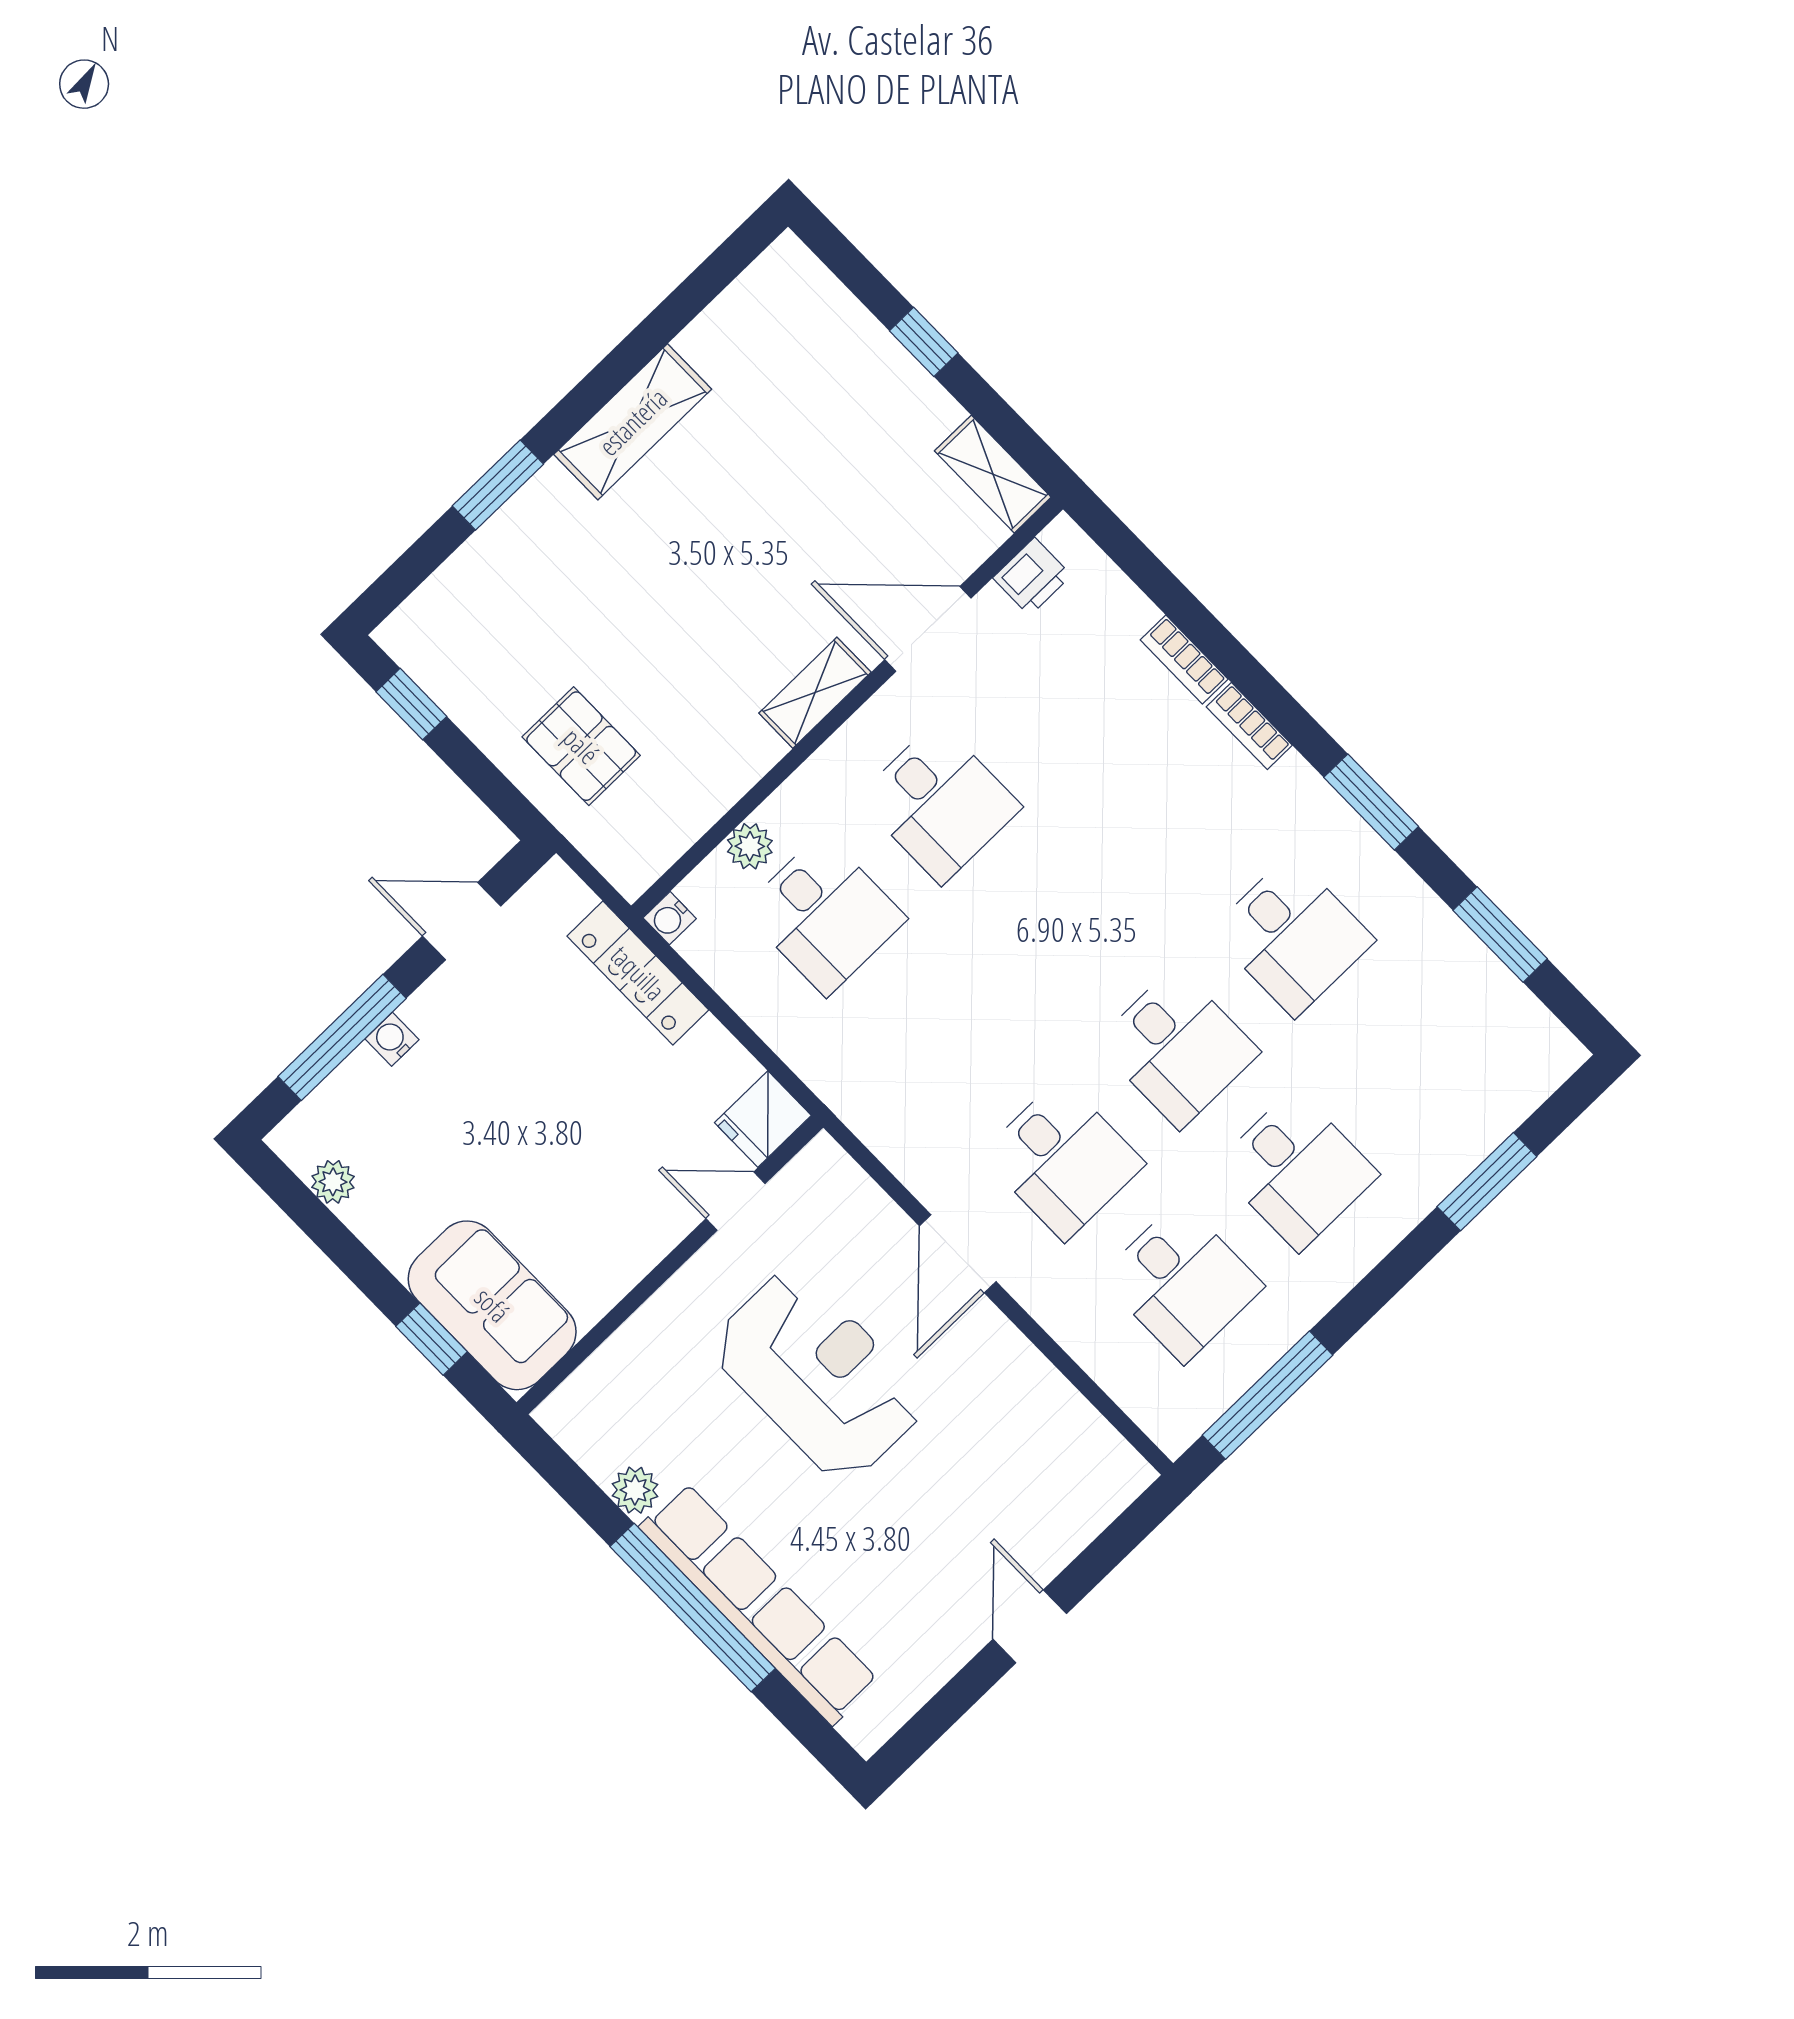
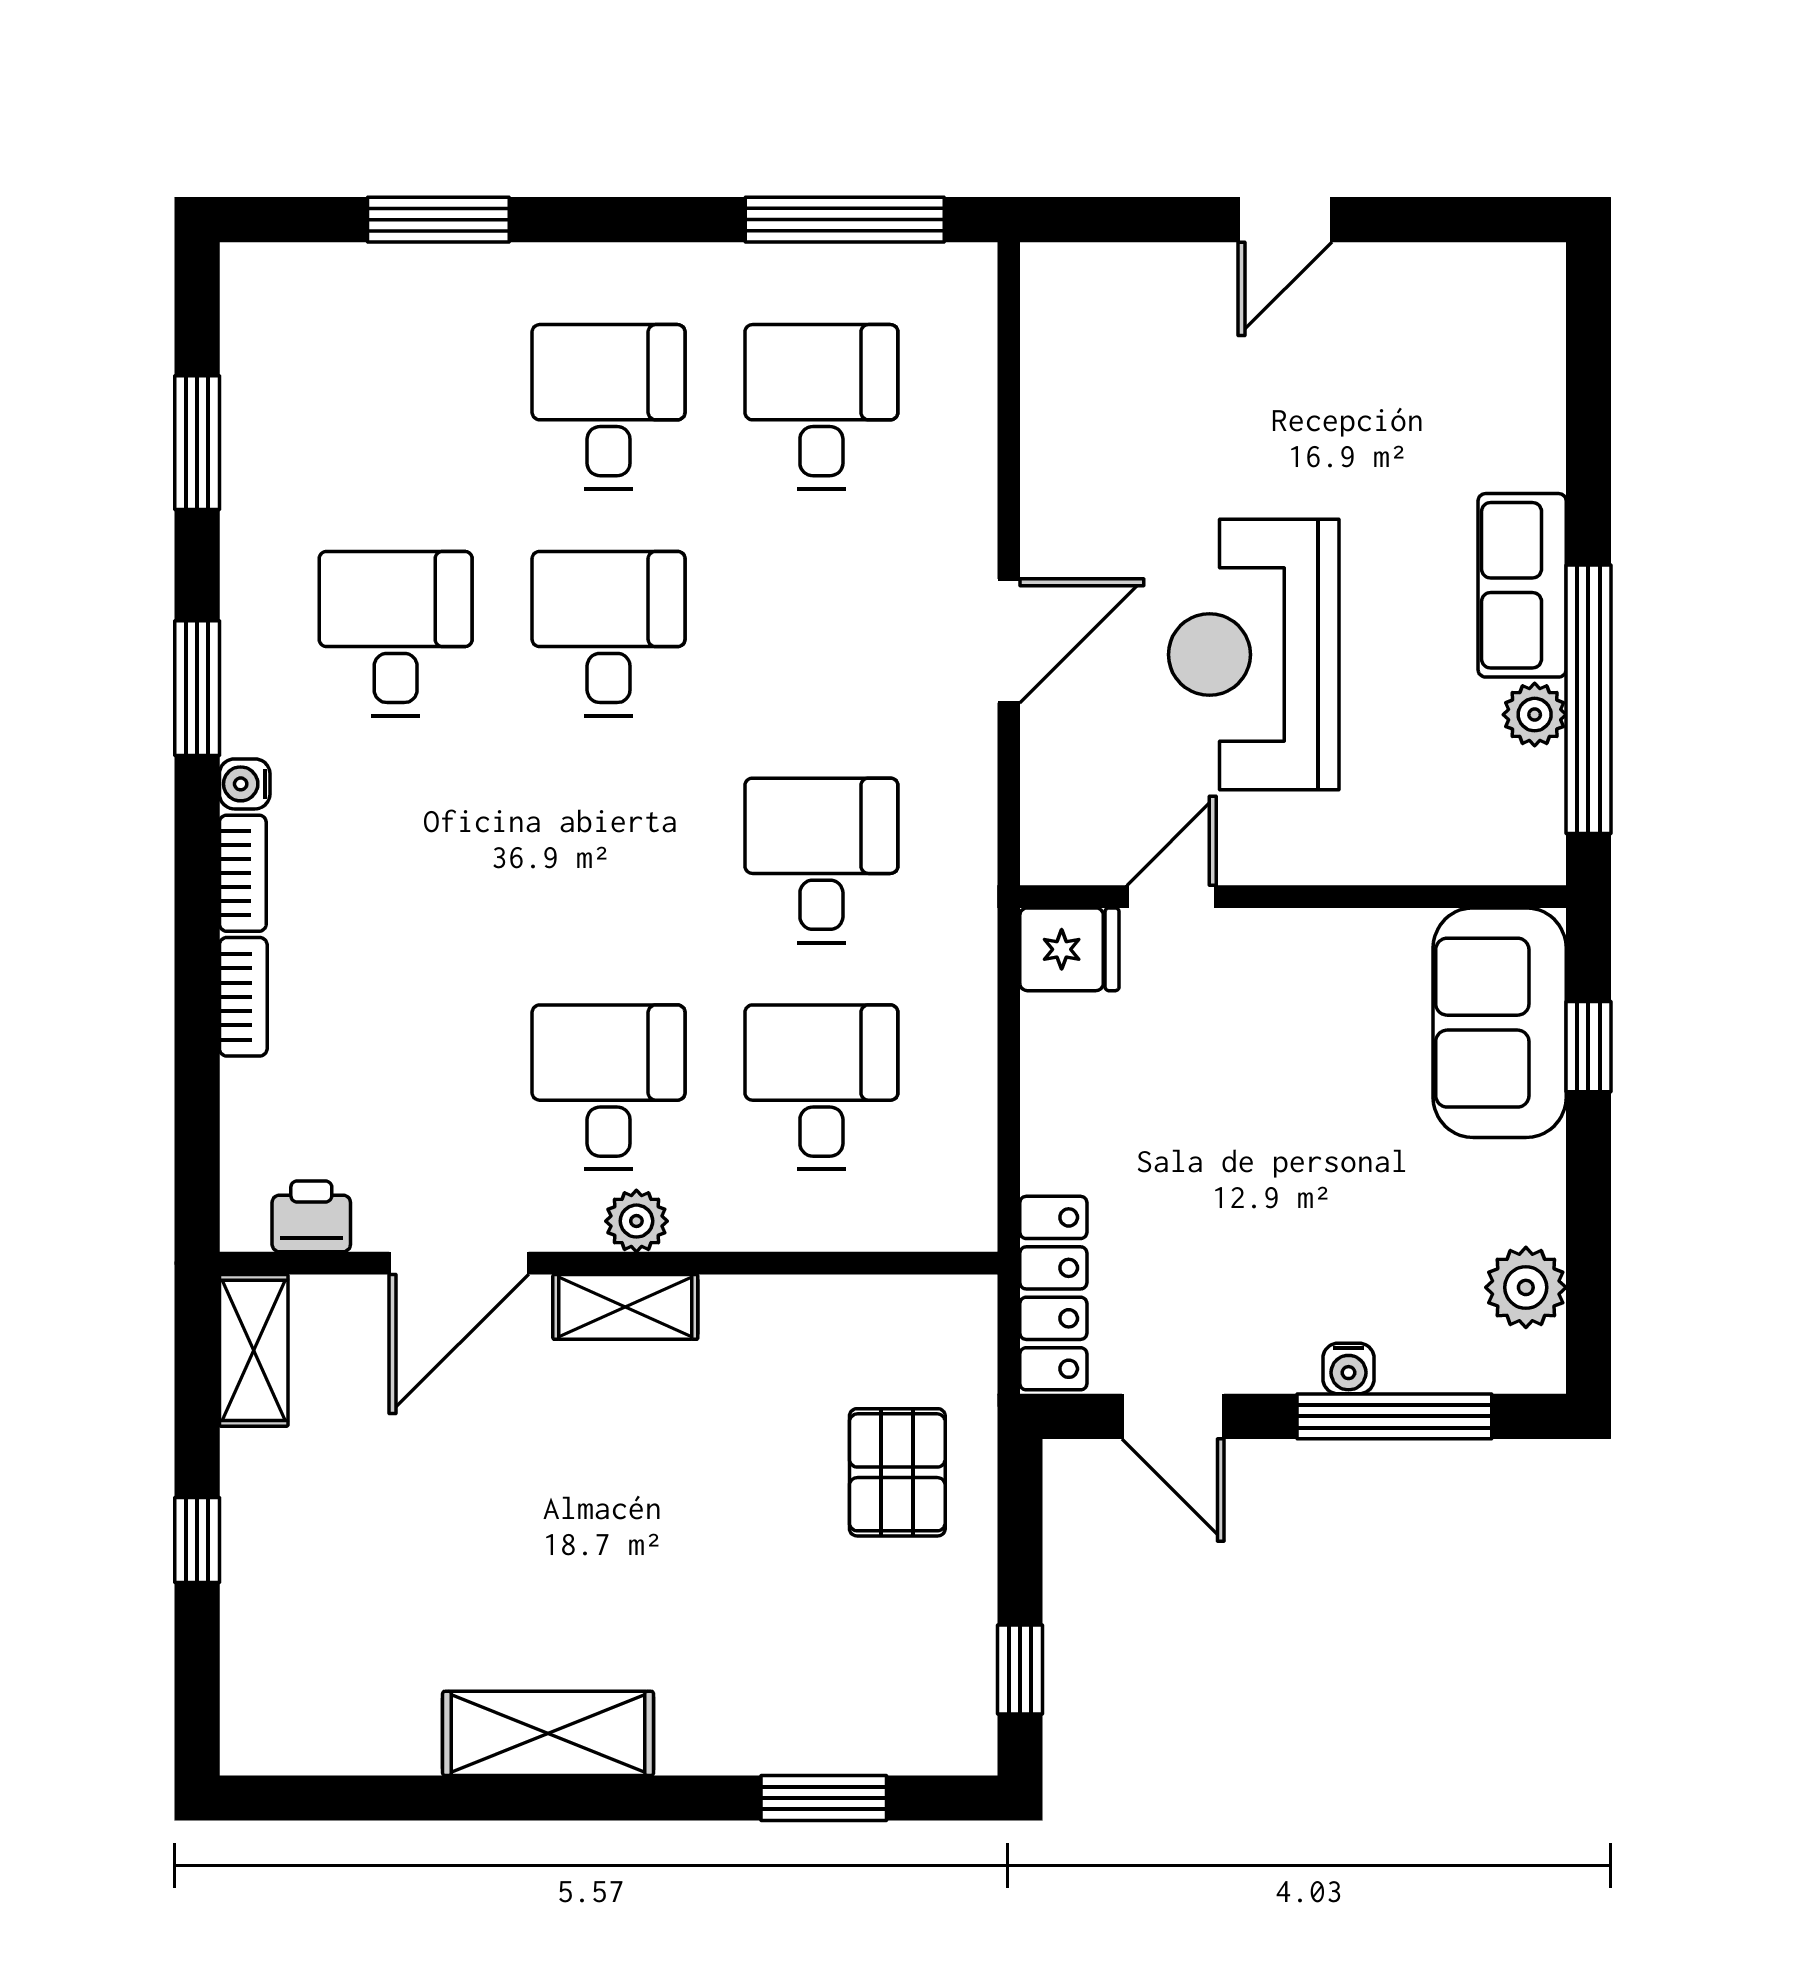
window: (498, 485) -> (824, 1798), moved
door: (928, 629) -> (459, 1263), hinge flipped
plant: (750, 846) -> (636, 1221), moved
water cooler: (670, 918) -> (245, 784), moved, turned 180
locker: (638, 973) -> (1053, 1293), moved
desk: (1063, 1159) -> (821, 860), moved
plant: (333, 1182) -> (1526, 1287), width x1.38, depth x1.38
door: (735, 1201) -> (1172, 897), swing flipped
row of seats: (759, 1604) -> (1522, 585), width x0.50
window: (693, 1608) -> (1588, 699), moved

